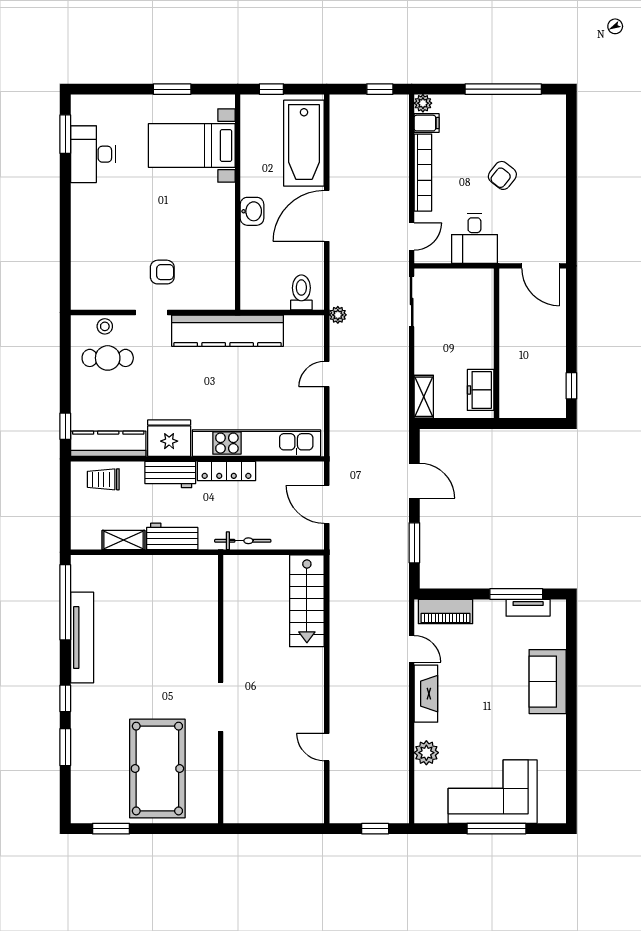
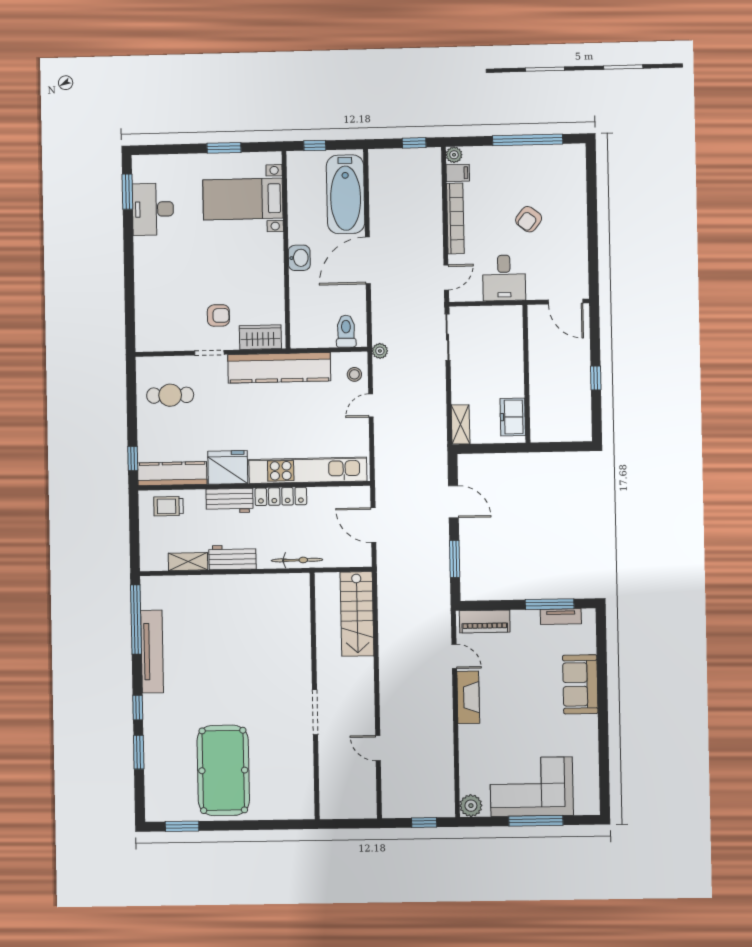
wardrobe: (208, 297) -> (260, 337), added
stool: (105, 326) -> (354, 374), moved
window: (571, 386) -> (596, 378), moved
wall: (221, 689) -> (315, 696), moved
doorway: (221, 707) -> (315, 712), moved
plant: (426, 753) -> (471, 806), moved

